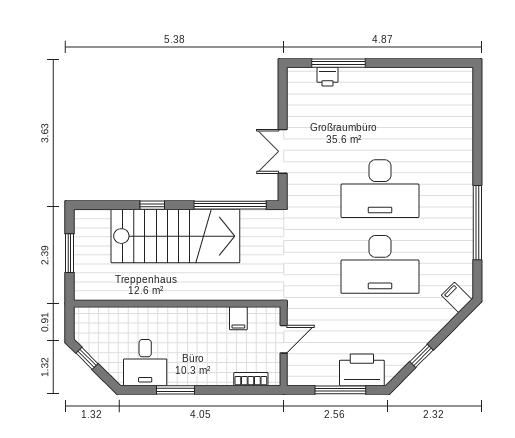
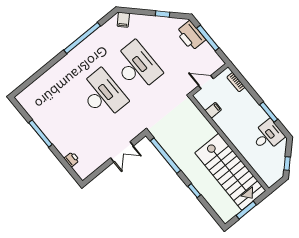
window: (339, 63) -> (40, 134), moved
stairs: (175, 236) -> (230, 172), moved, turned 180

